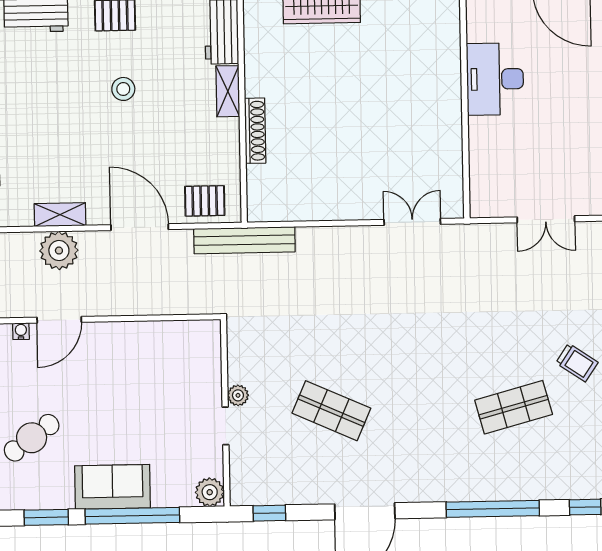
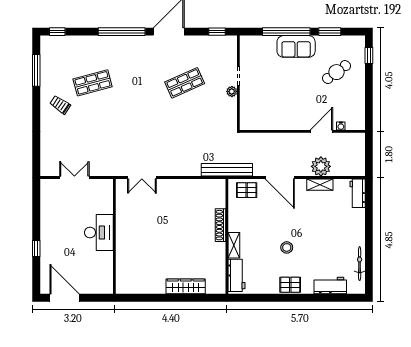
desk: (495, 79) -> (99, 232), moved
shop shelf: (331, 411) -> (185, 83), turned -48
plant: (210, 492) -> (247, 43), removed
window: (493, 509) -> (122, 32), moved

